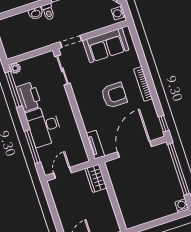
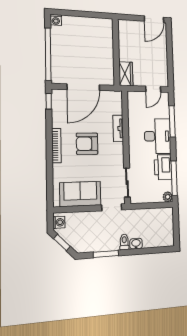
tv unit: (95, 145) -> (118, 128), moved

